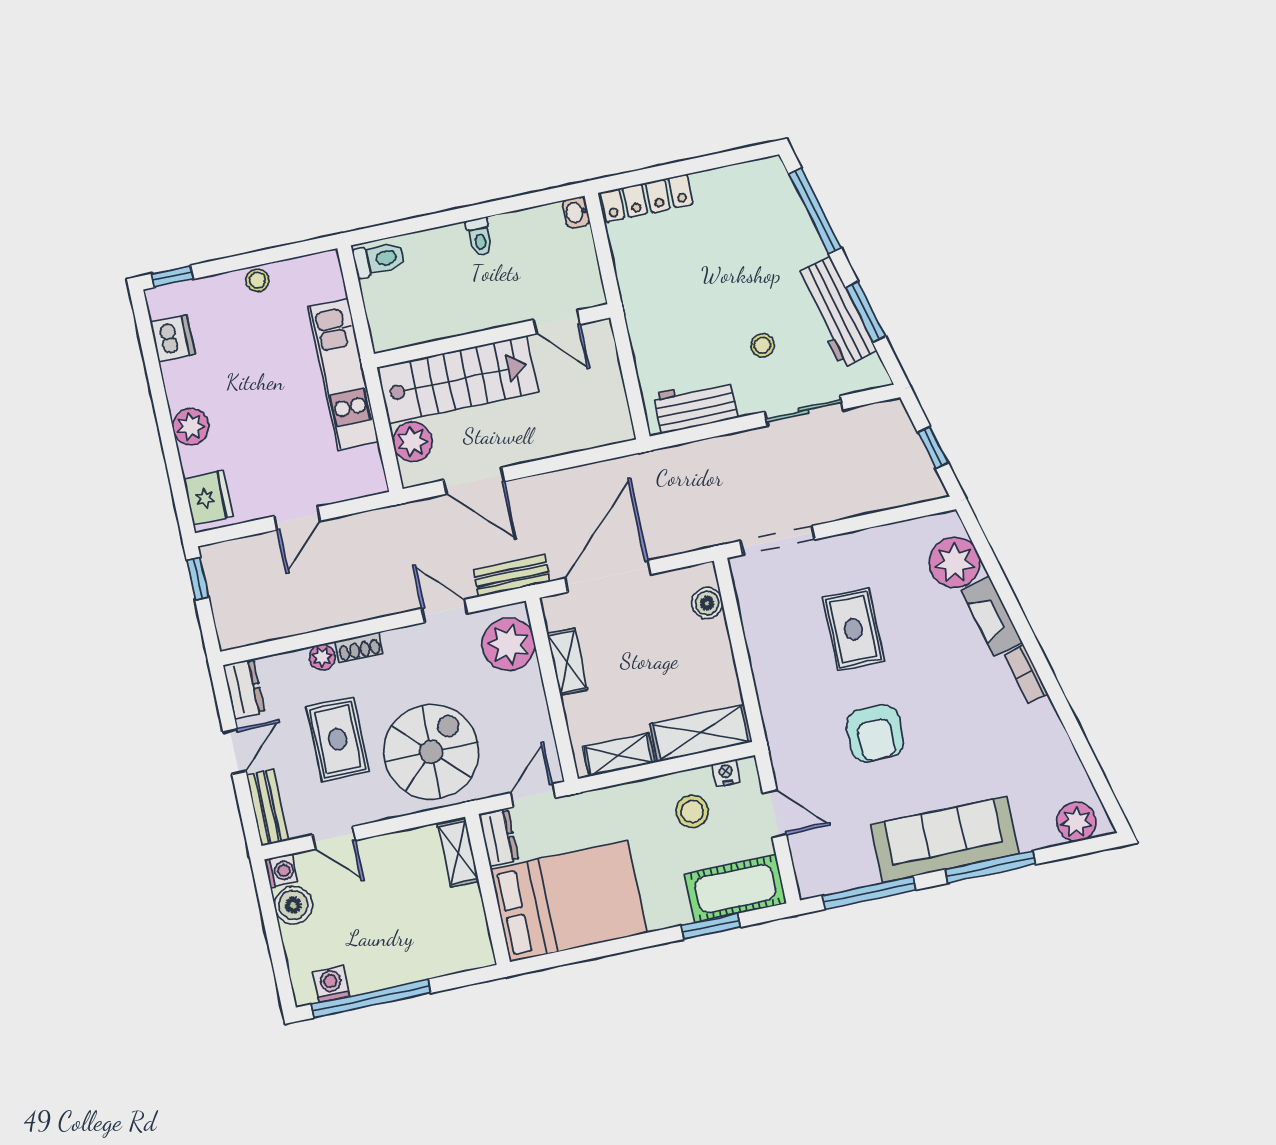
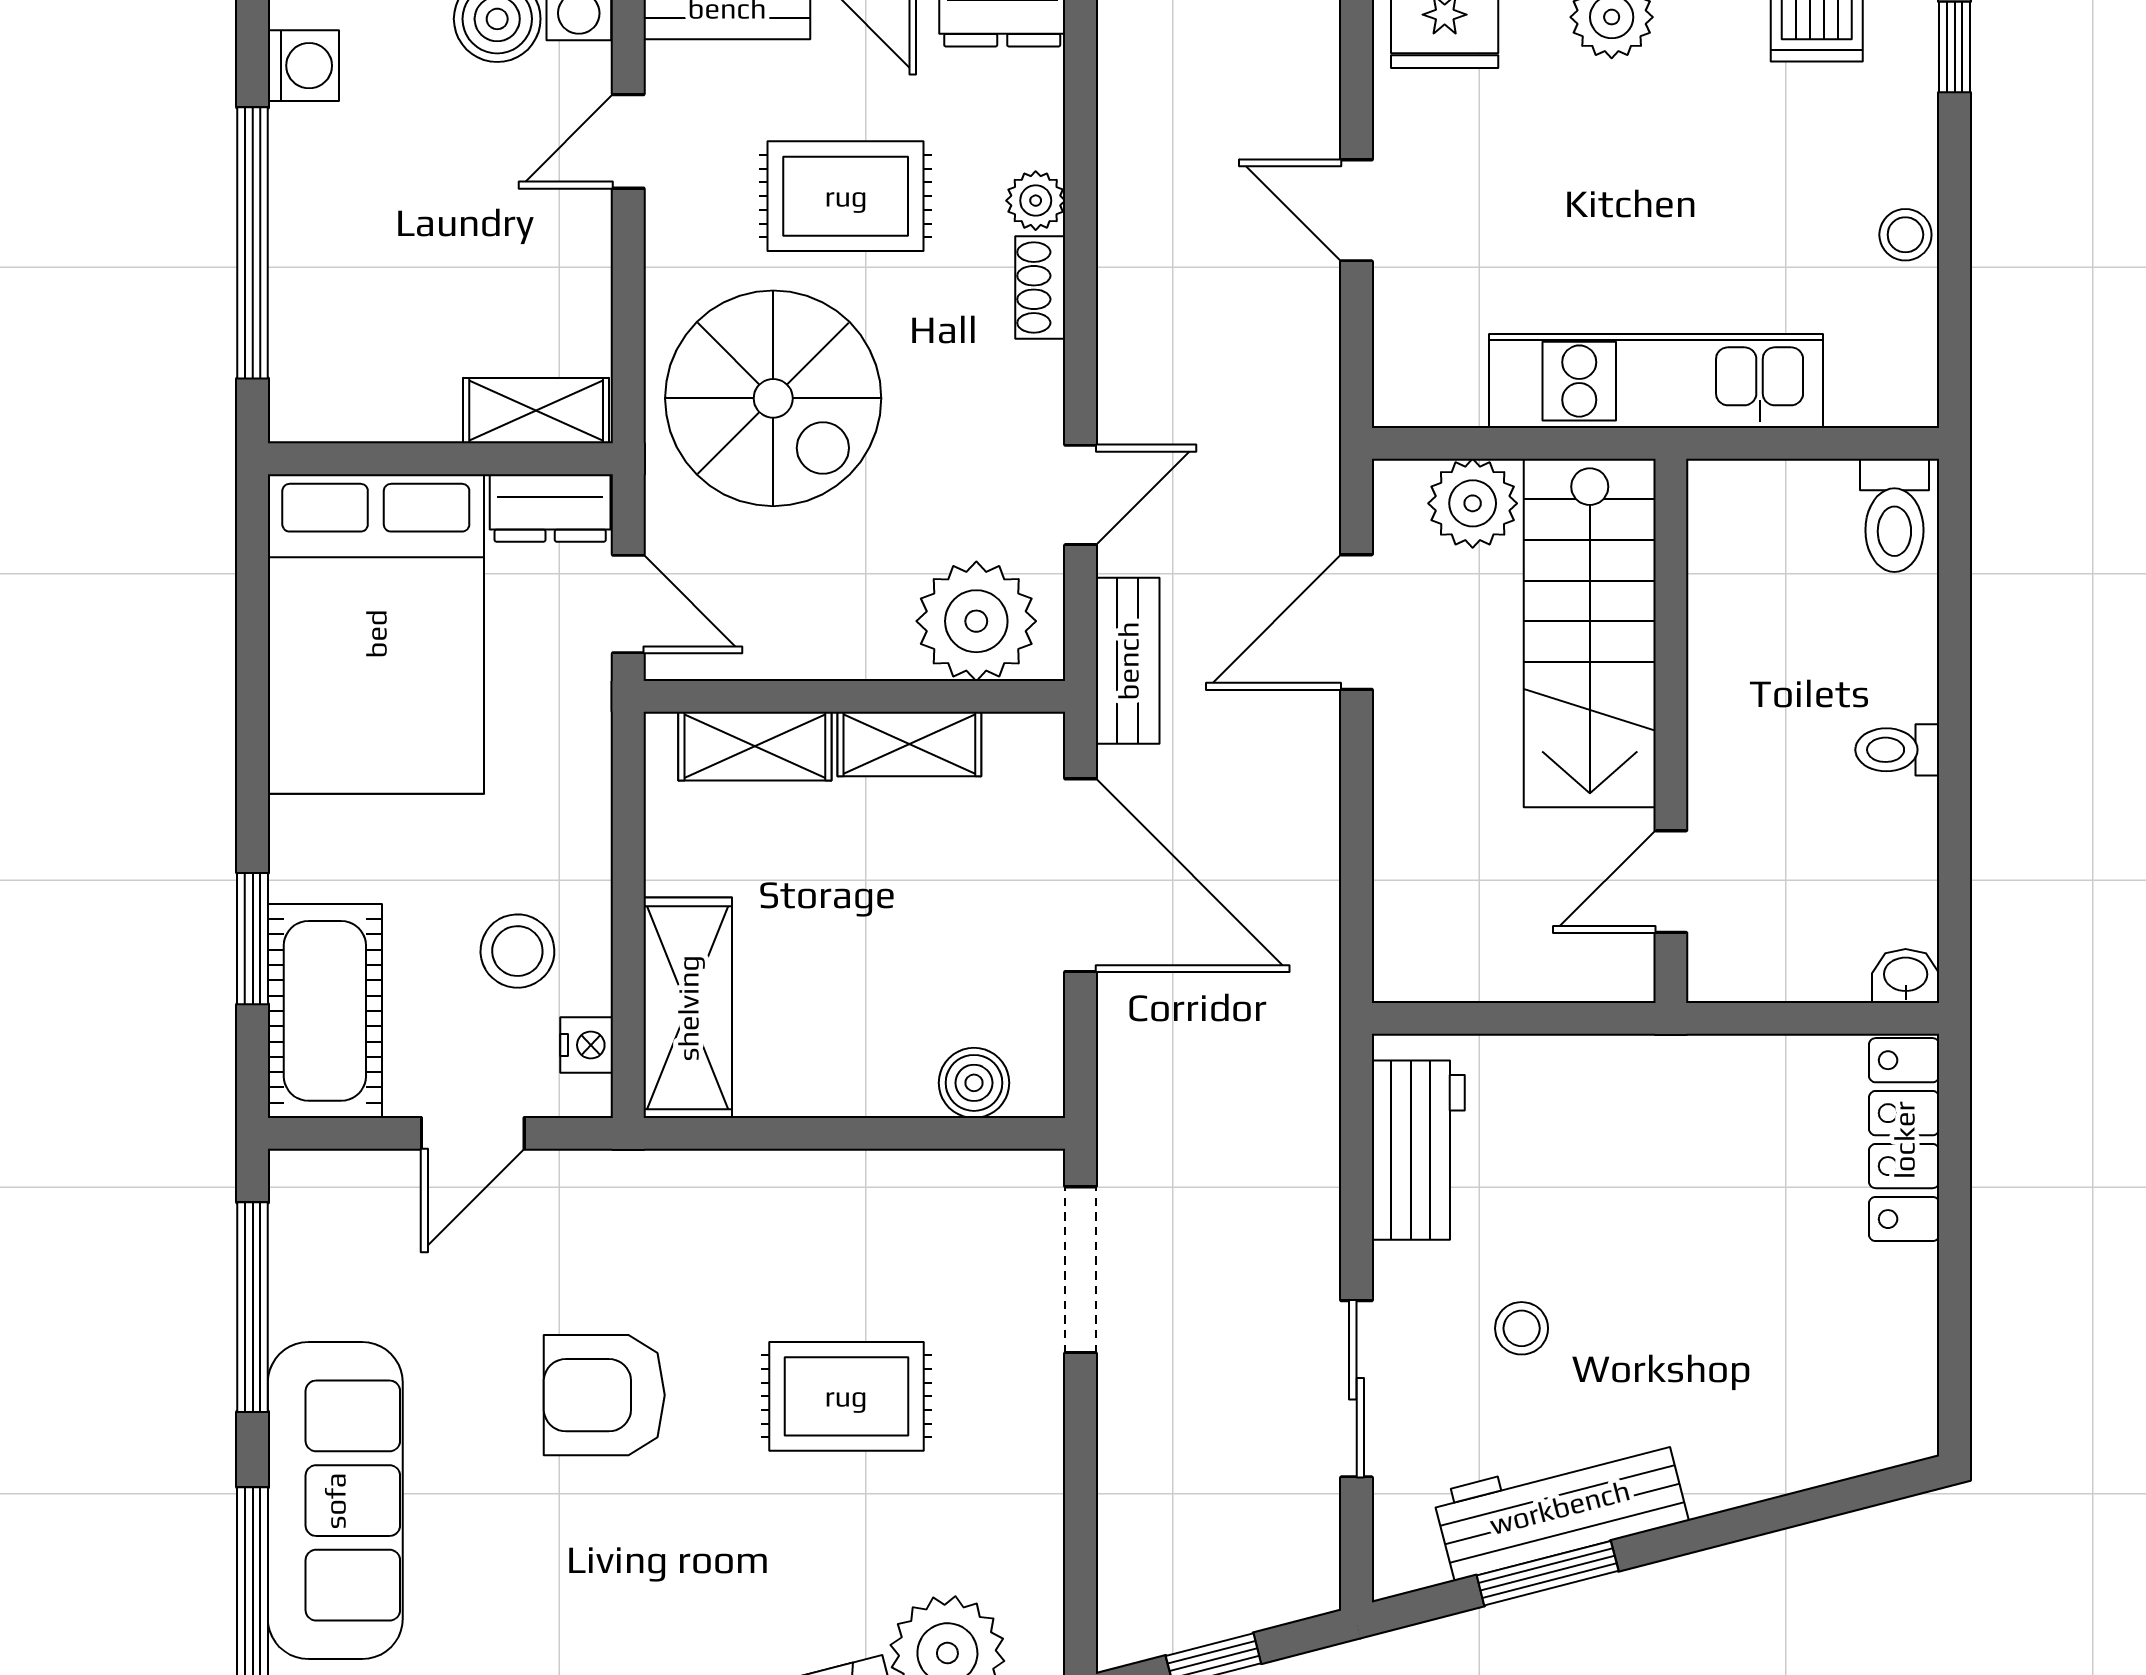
window: (815, 211) -> (1796, 1509), removed
shelving: (619, 755) -> (755, 746), moved, turned 90
window: (371, 999) -> (253, 243), moved

